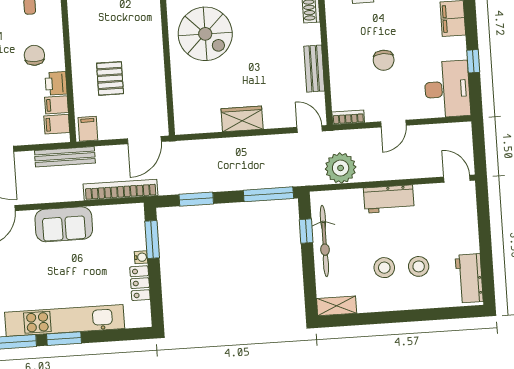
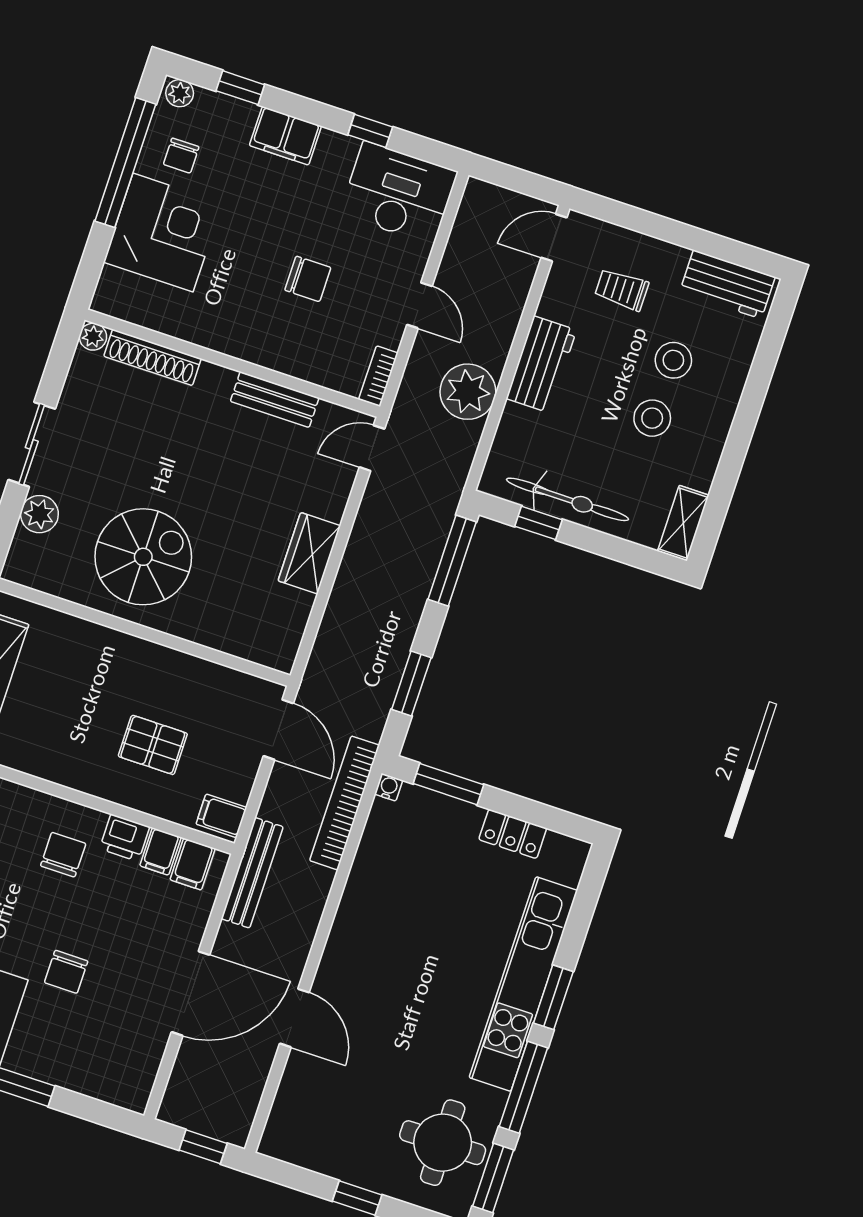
chair: (34, 55) -> (63, 855), turned 90
plant: (341, 168) -> (468, 392), moved
sofa: (64, 224) -> (363, 920), removed
trolley: (444, 225) -> (622, 290), added
water cooler: (141, 257) -> (389, 787), moved

